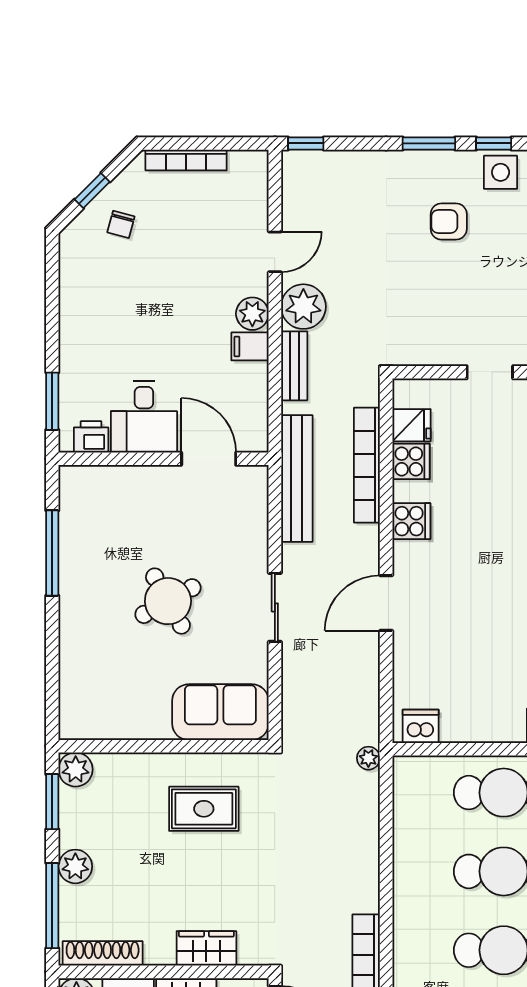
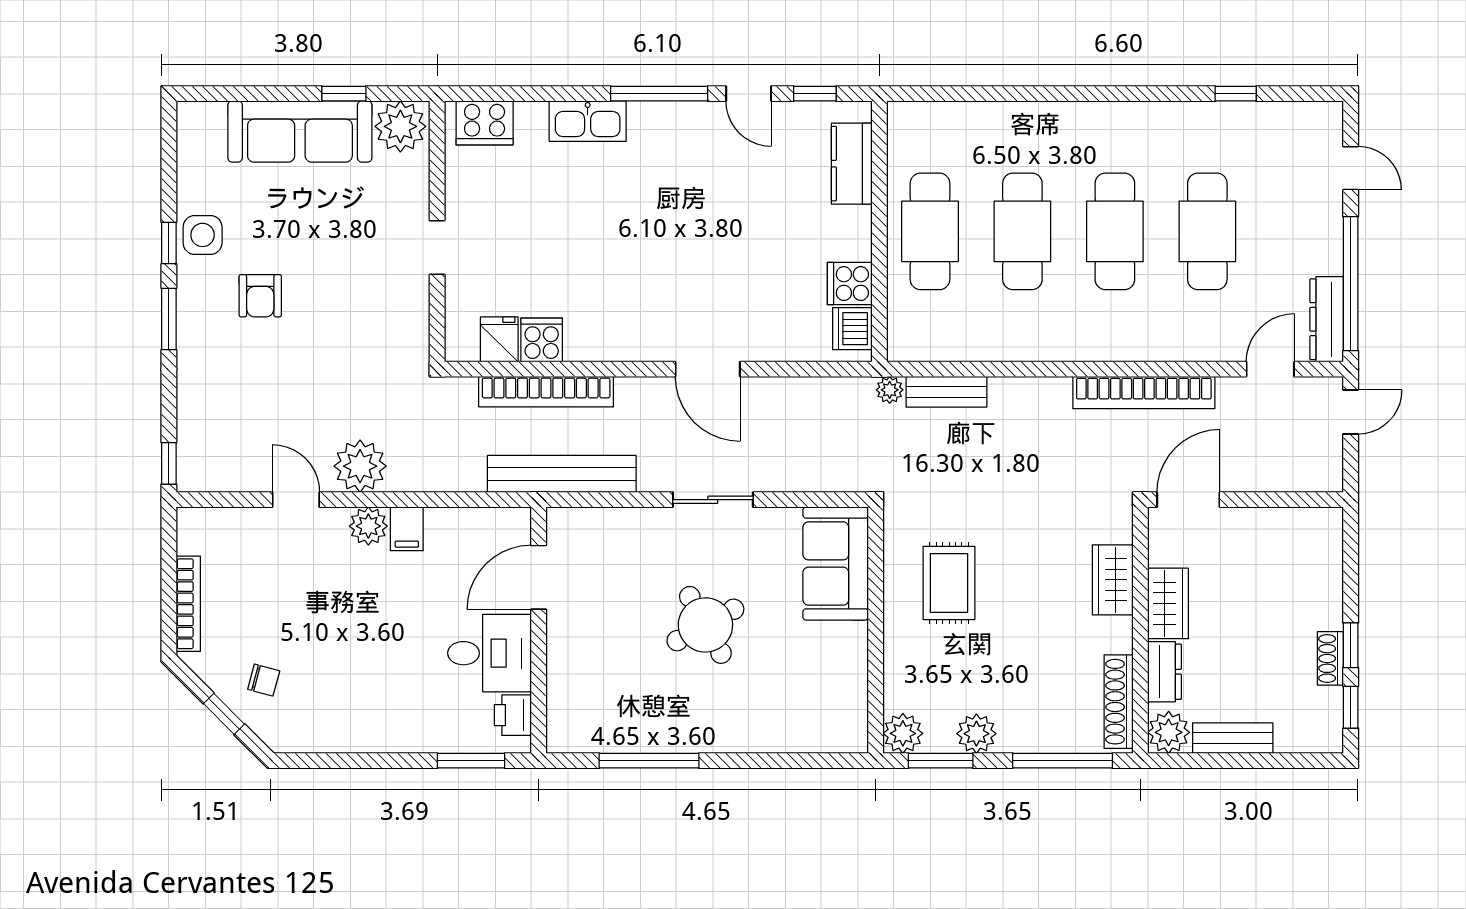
bench: (294, 366) -> (946, 392), moved
cooker: (411, 521) -> (850, 284), moved, turned -90
plant: (75, 866) -> (976, 734), moved

